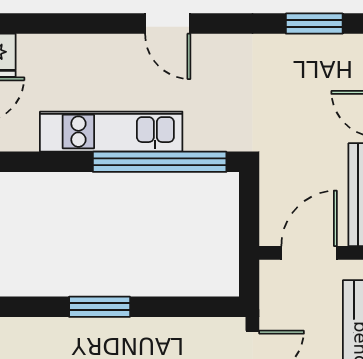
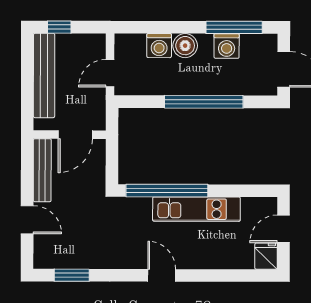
window: (100, 307) -> (204, 102), width x2.11

